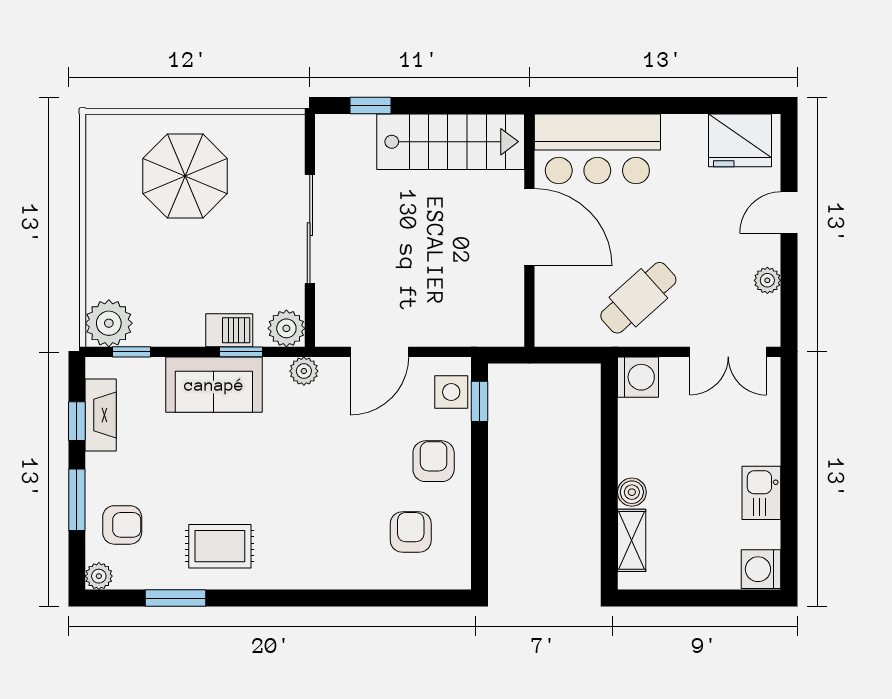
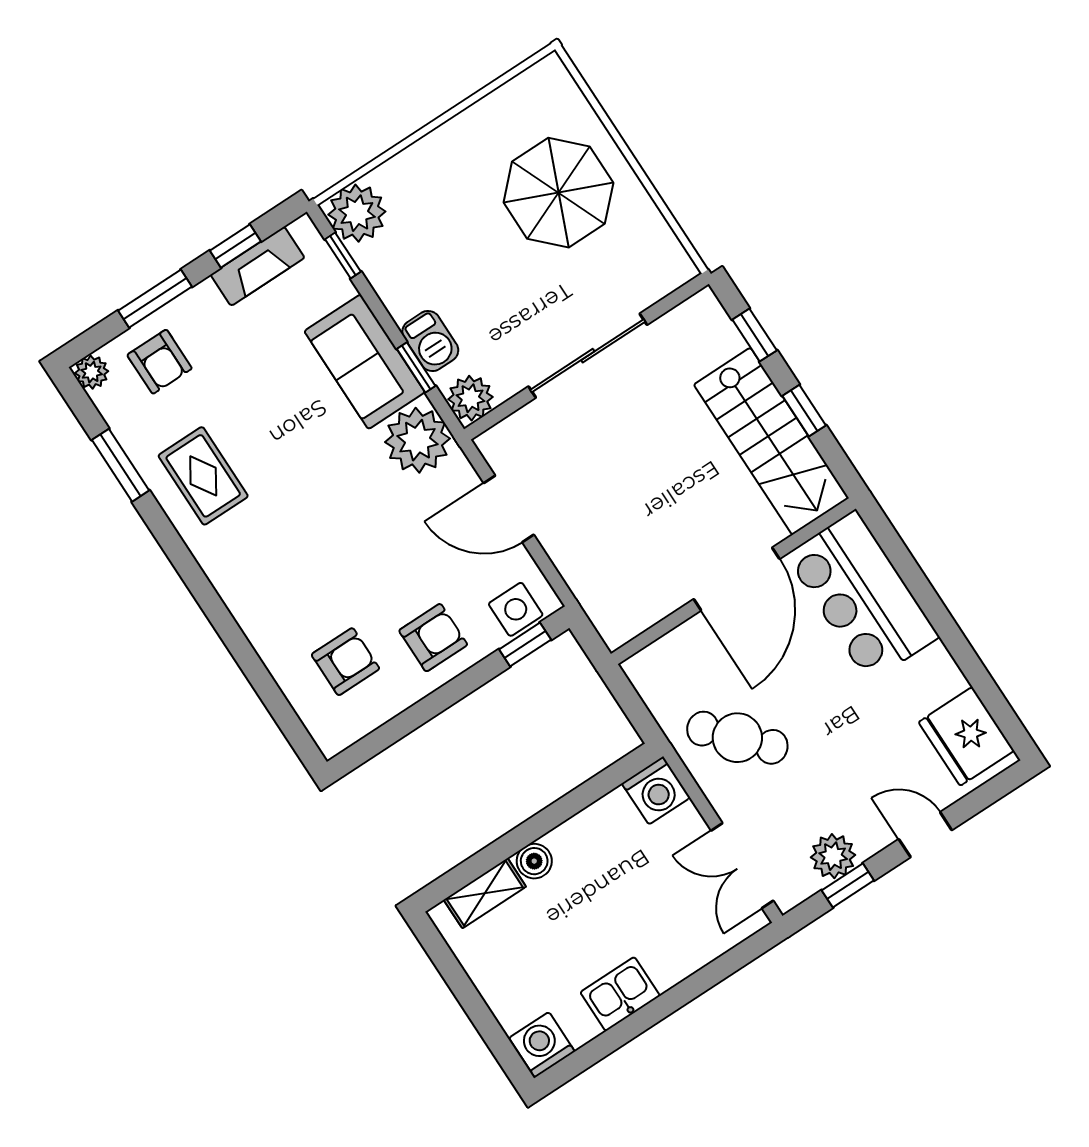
window: (444, 106) -> (804, 411), added
plant: (767, 280) -> (833, 856), width x1.38, depth x1.38
window: (789, 288) -> (848, 885), added
plant: (304, 371) -> (417, 440), width x1.87, depth x1.87

